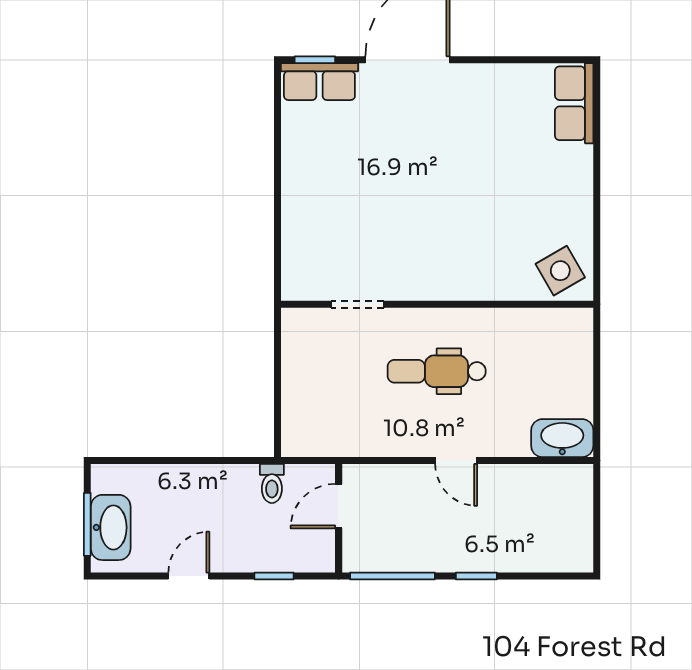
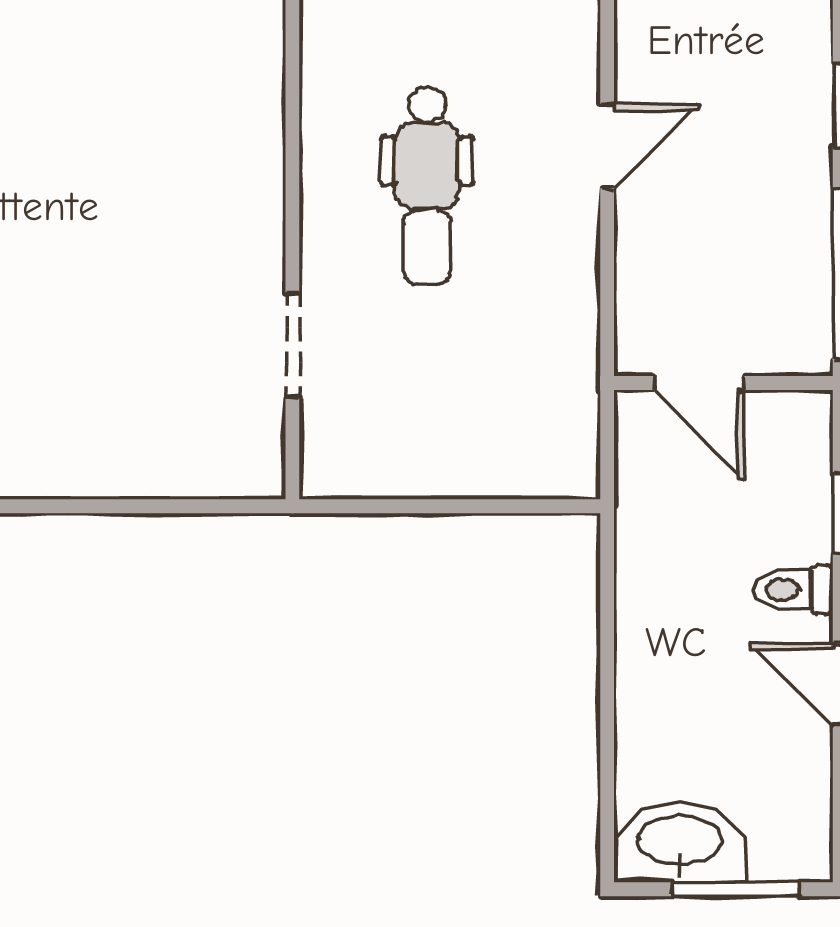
toilet: (272, 483) -> (794, 589), moved, turned 180
washbasin: (111, 527) -> (680, 842), moved

